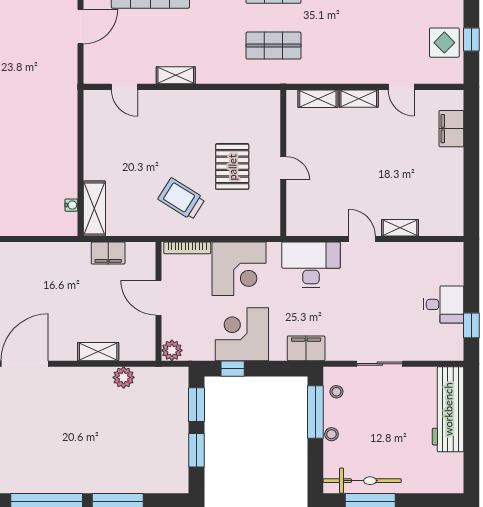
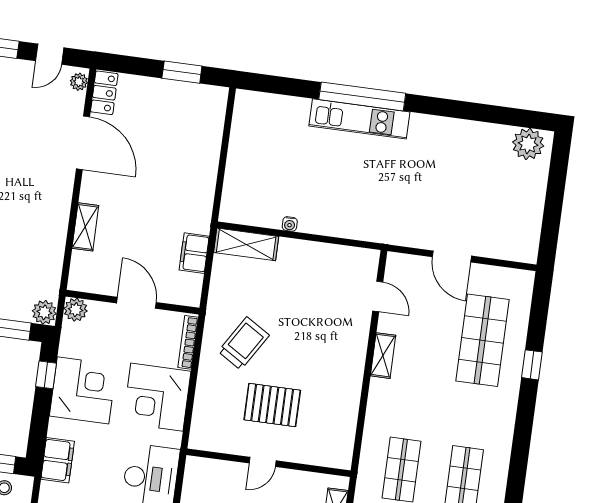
door: (124, 87) -> (378, 296), swing flipped
water cooler: (71, 205) -> (290, 224), moved
door: (158, 298) -> (136, 303), hinge flipped
plant: (124, 377) -> (44, 312), moved

